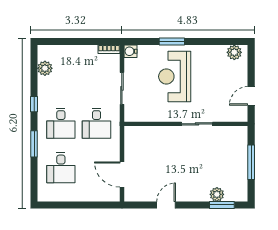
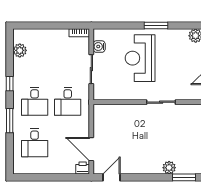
window: (172, 41) -> (156, 26), moved
water cooler: (130, 51) -> (99, 47), moved
plant: (217, 194) -> (169, 168), moved
printer: (113, 195) -> (83, 168), added
door: (166, 205) -> (112, 177), moved

